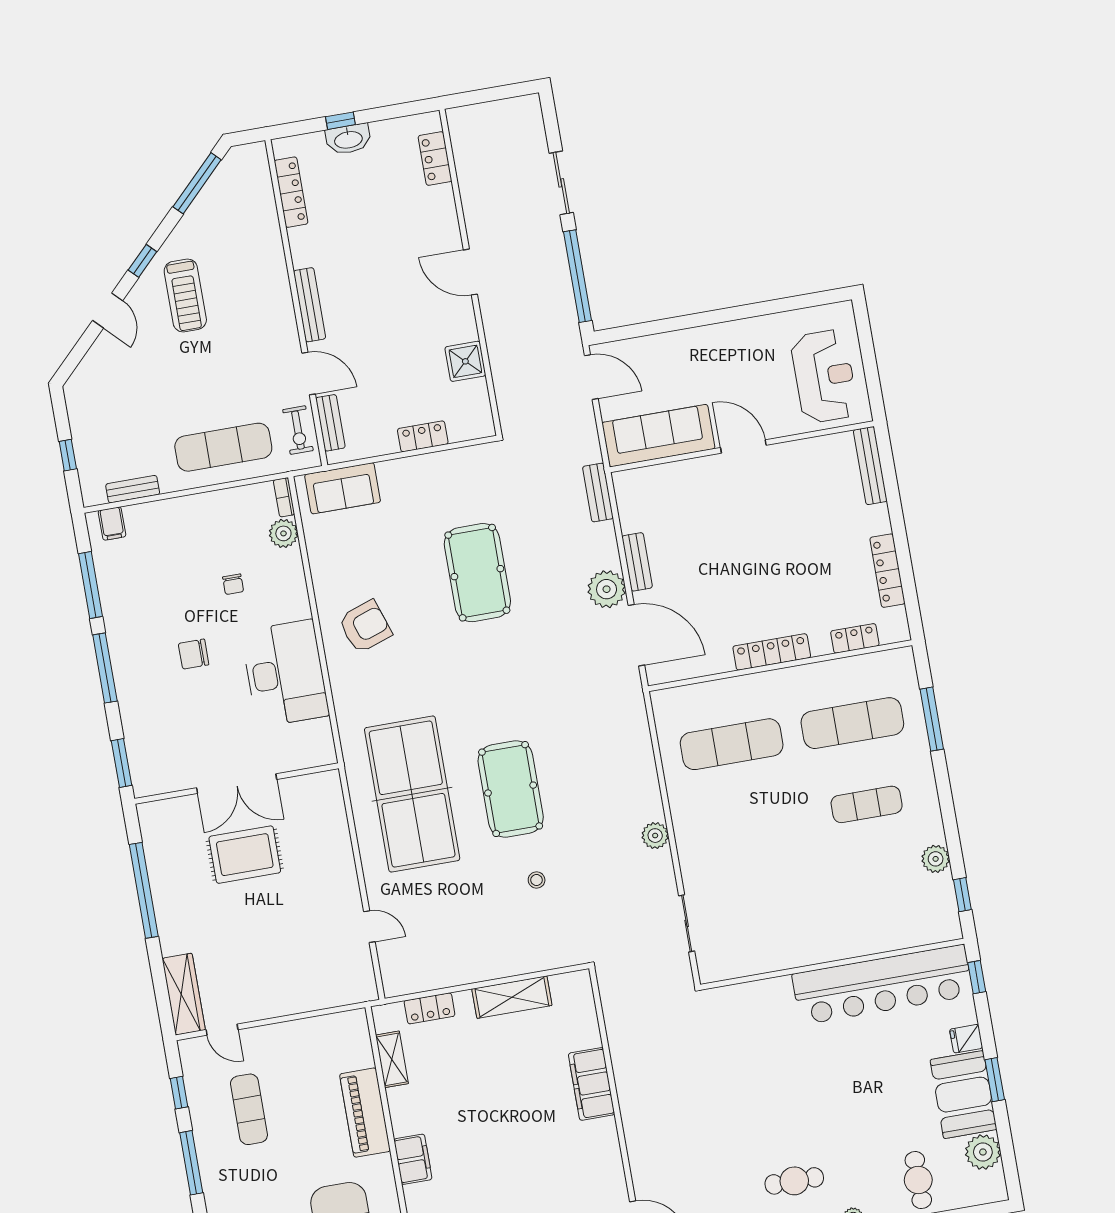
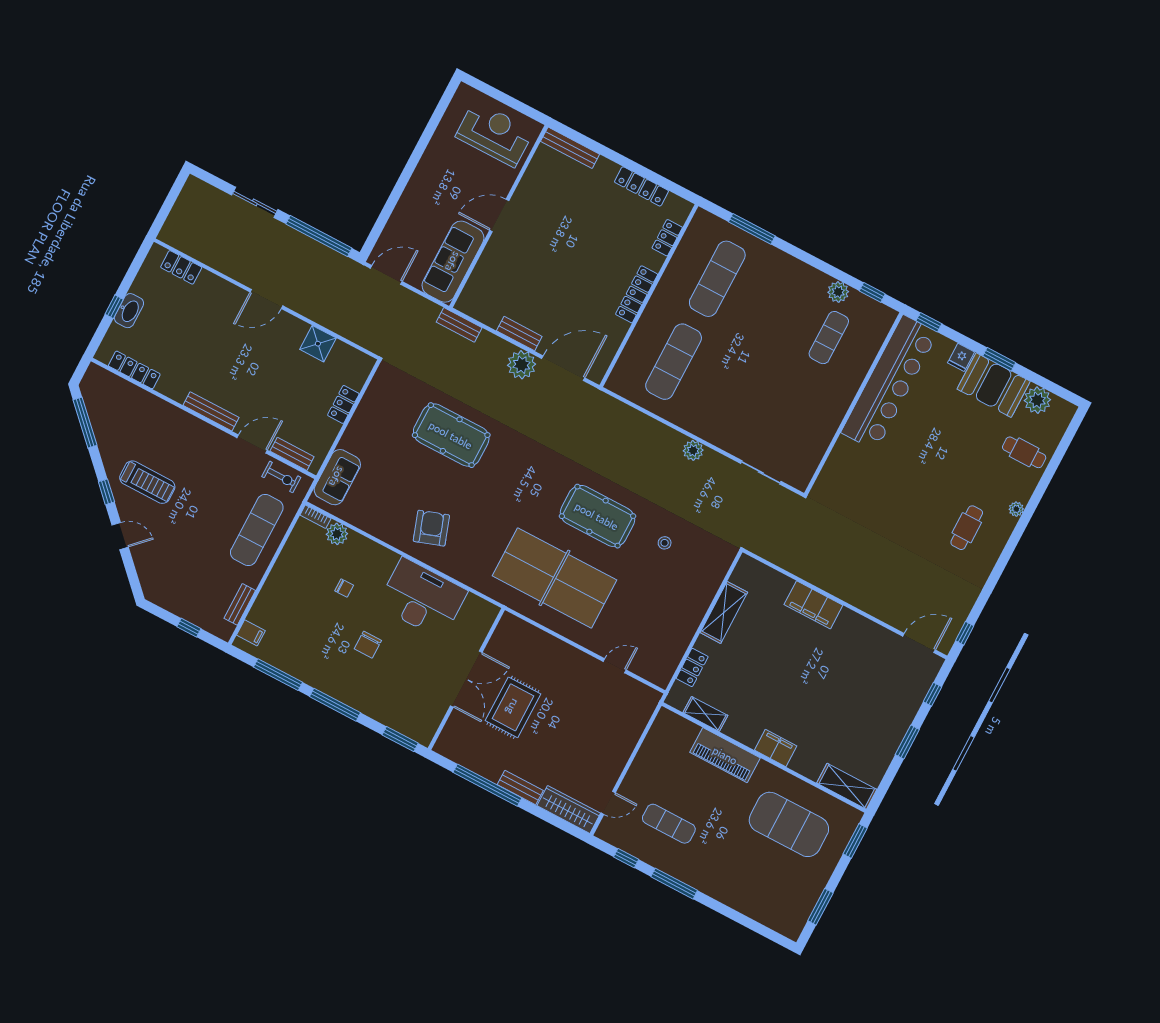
exercise mat: (867, 804) -> (829, 338), moved
bench: (167, 926) -> (520, 787), added

